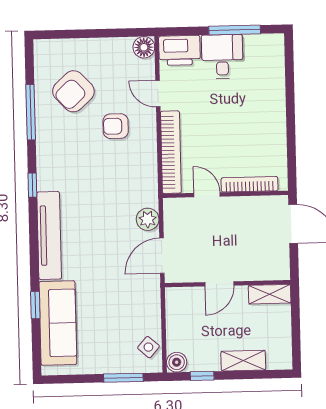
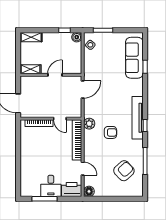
armchair: (116, 126) -> (110, 132), moved
plant: (148, 219) -> (89, 124), moved
tv unit: (49, 235) -> (138, 118), moved
shelving: (243, 361) -> (31, 37), moved

